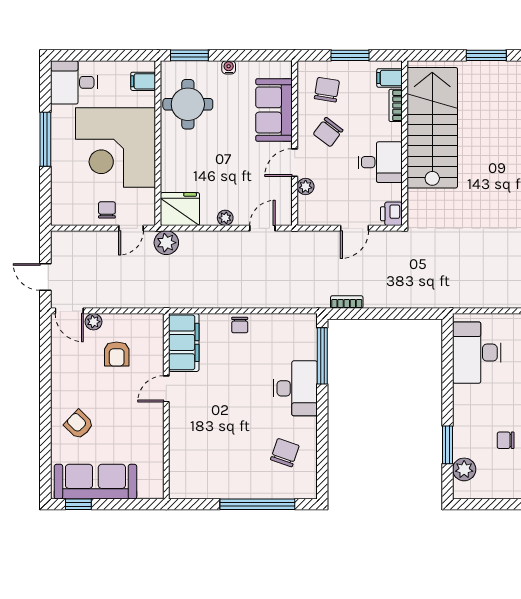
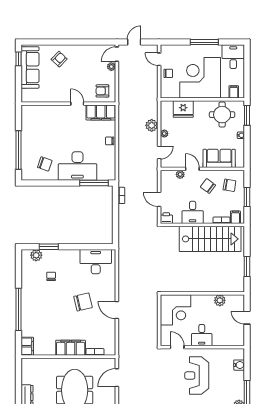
fridge: (180, 209) -> (183, 109), moved, turned 90
door: (131, 228) -> (159, 59), moved
door: (262, 228) -> (159, 153), hinge flipped
plant: (166, 243) -> (152, 125), moved
armchair: (117, 354) -> (102, 91), moved
desk: (295, 388) -> (77, 166), width x1.36, depth x1.30

